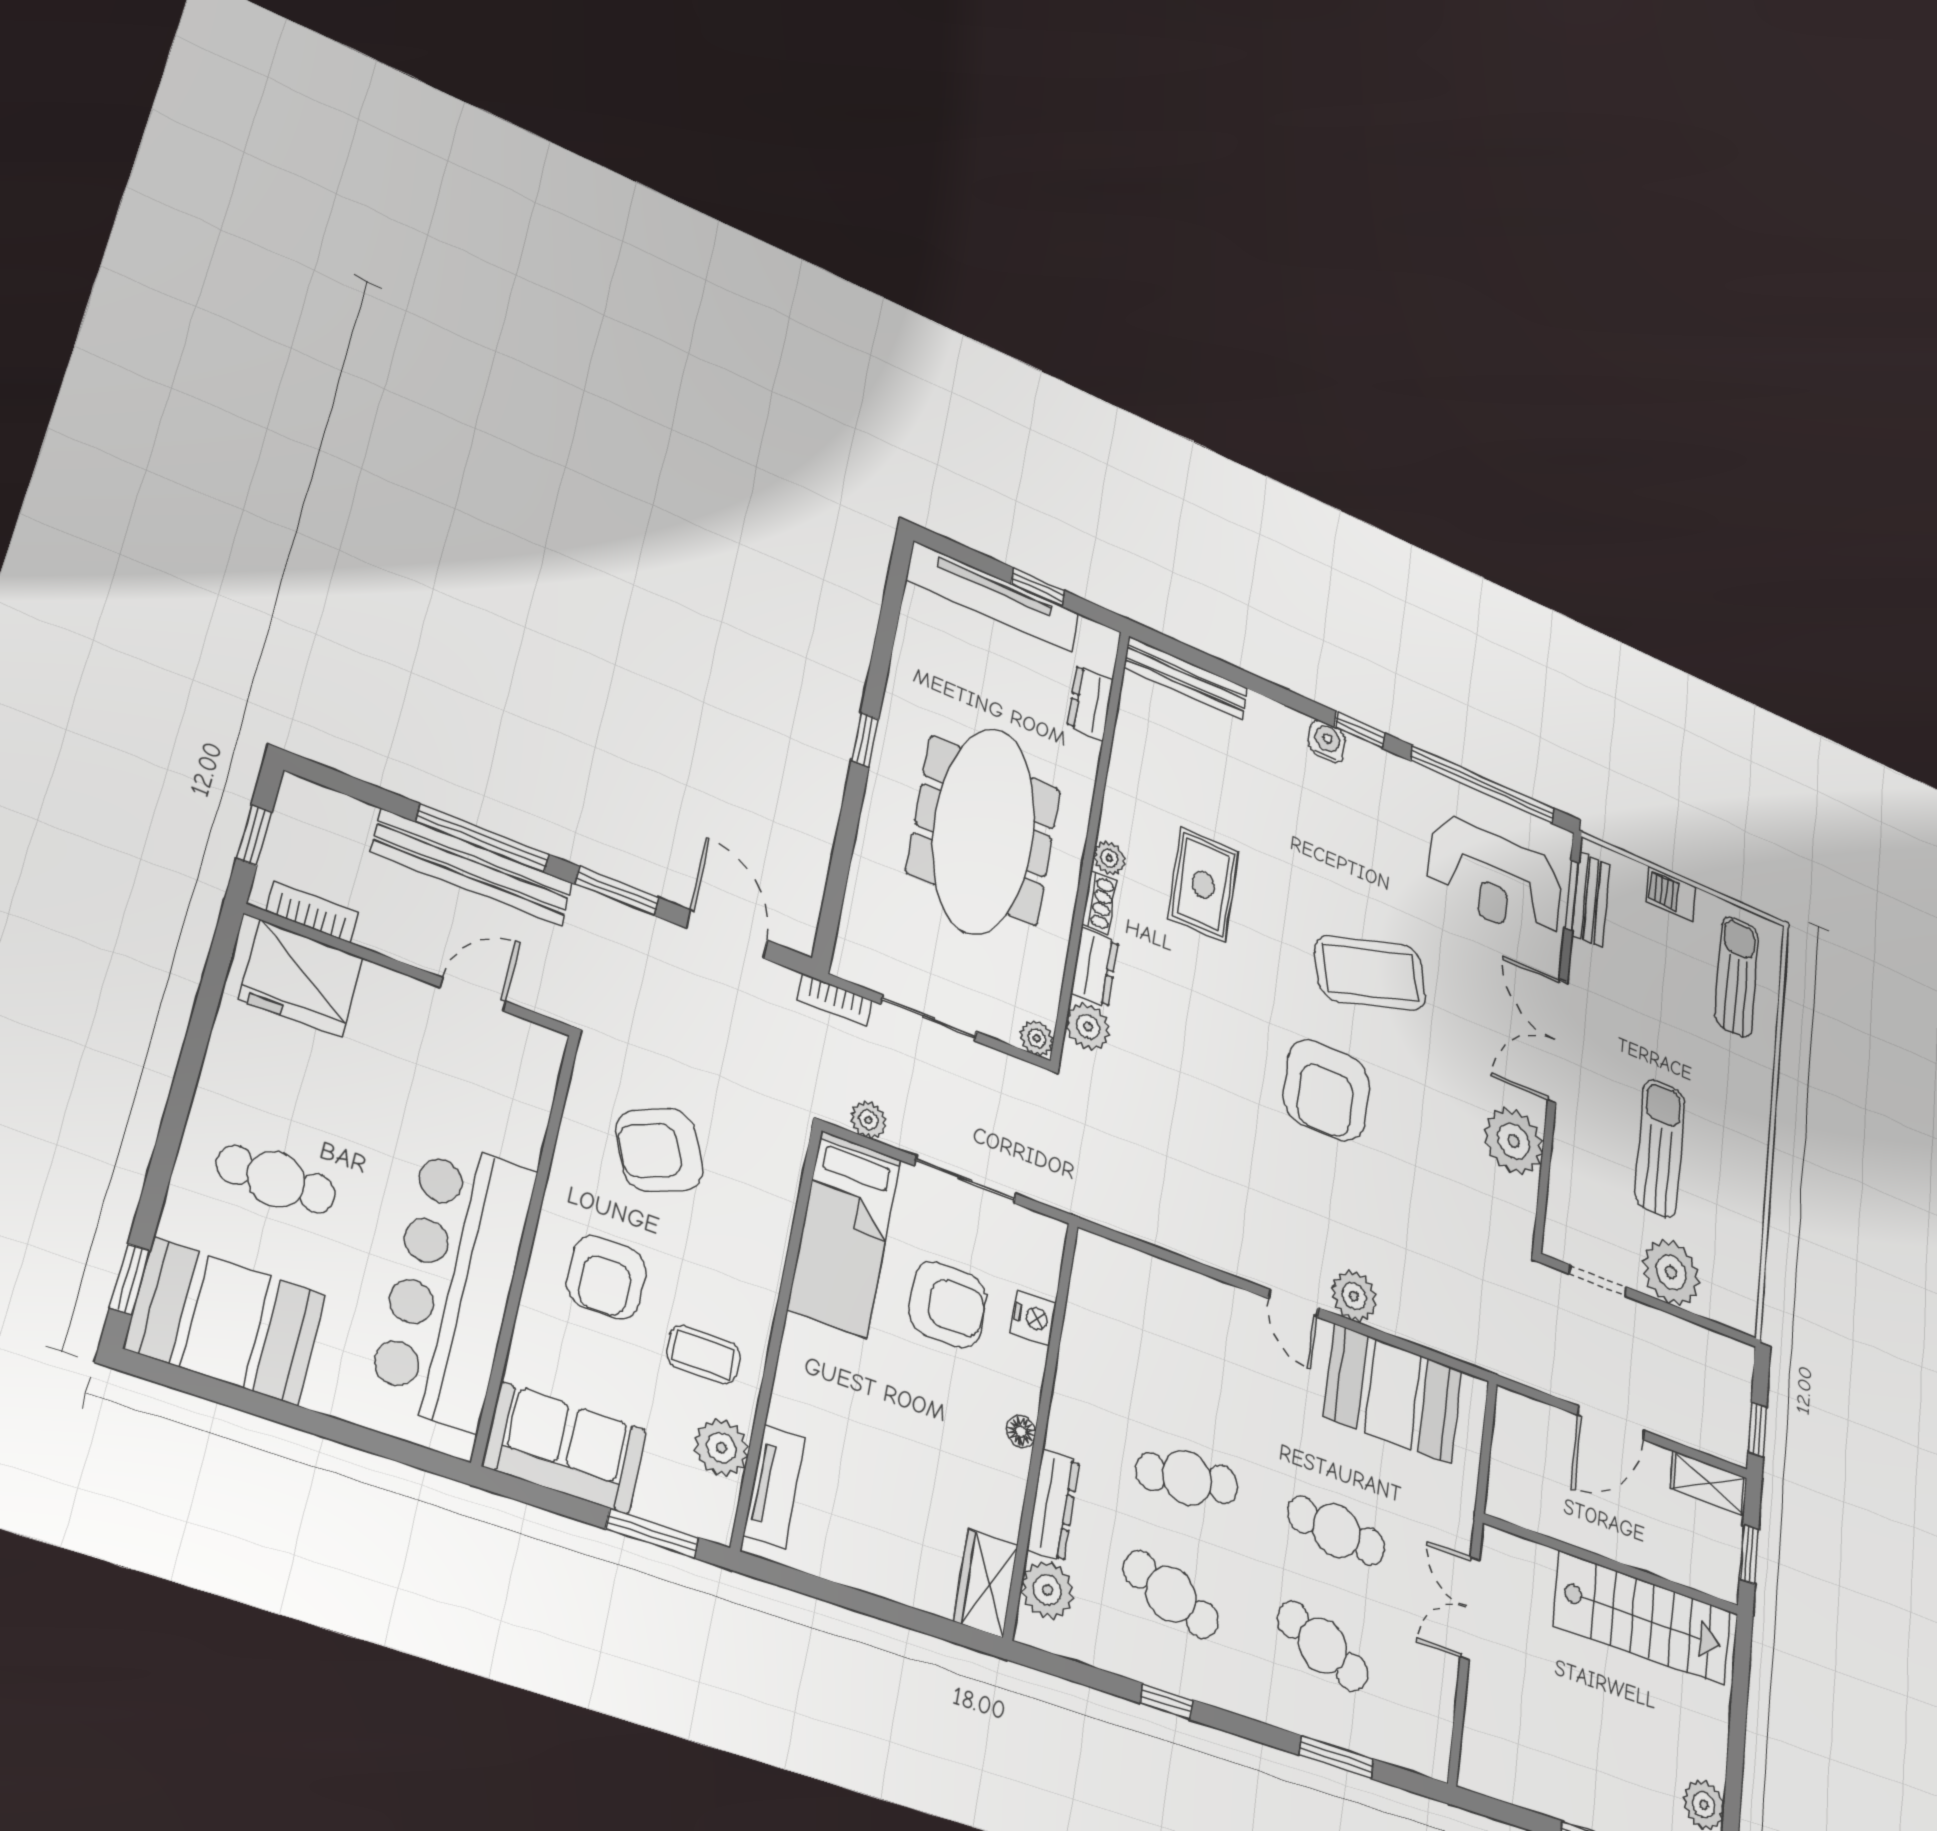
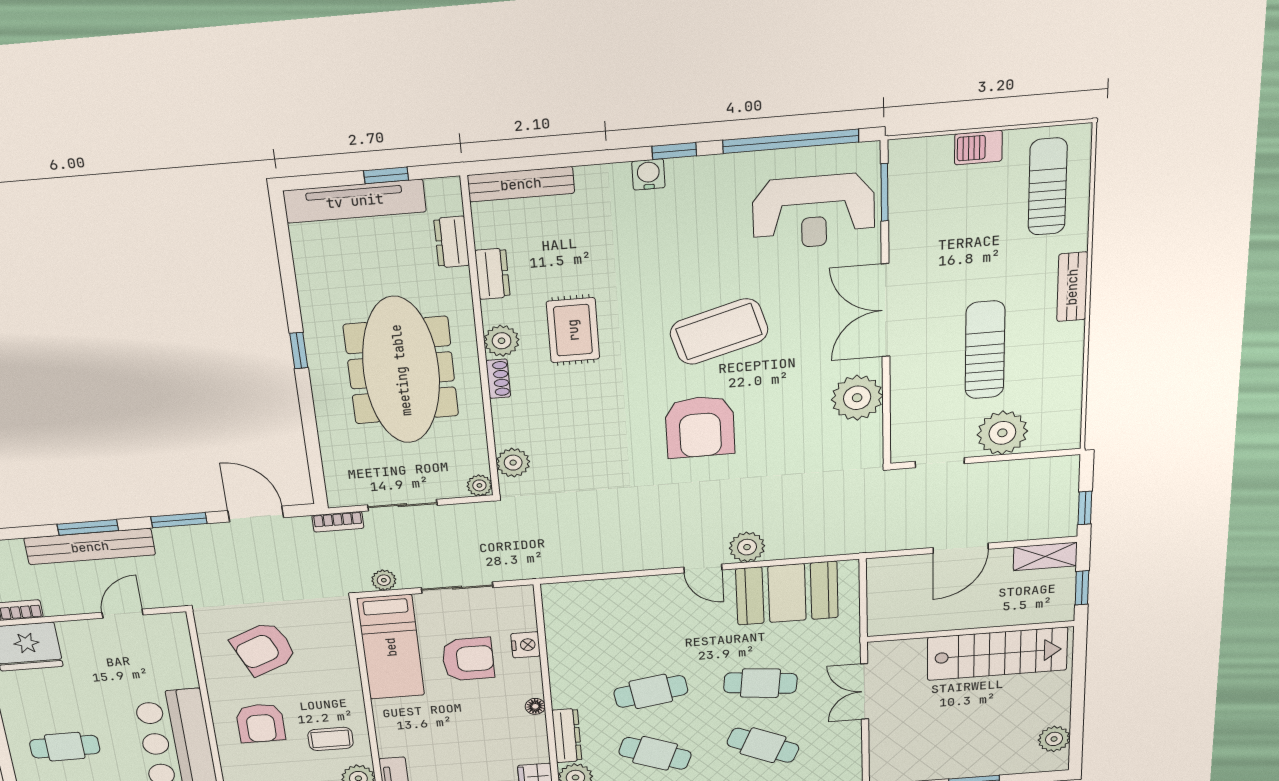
window: (482, 838) -> (88, 527), width x0.69
plant: (1109, 858) -> (502, 341), width x1.38, depth x1.38
bench: (1591, 899) -> (1072, 287), moved
dresser: (1095, 967) -> (492, 274), moved

